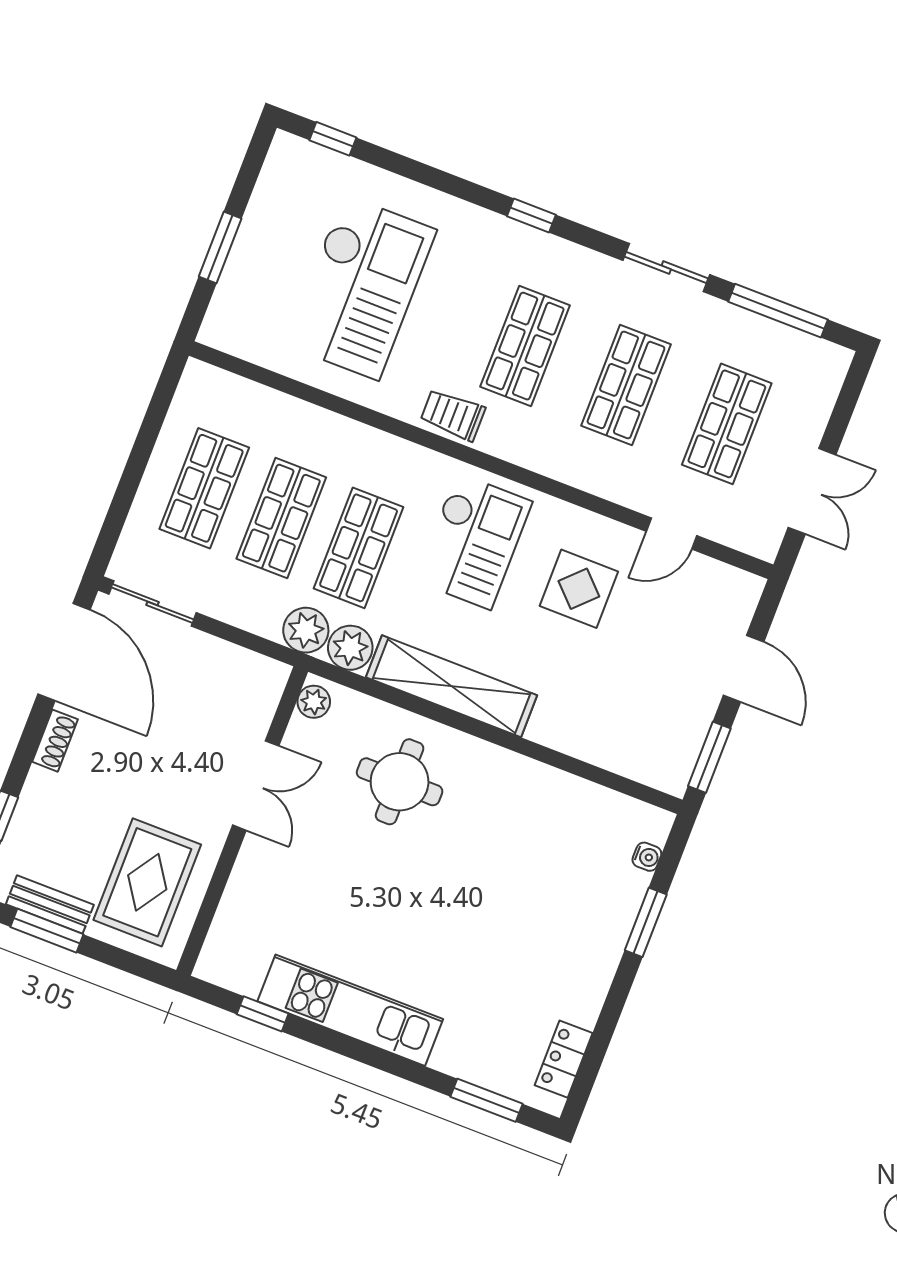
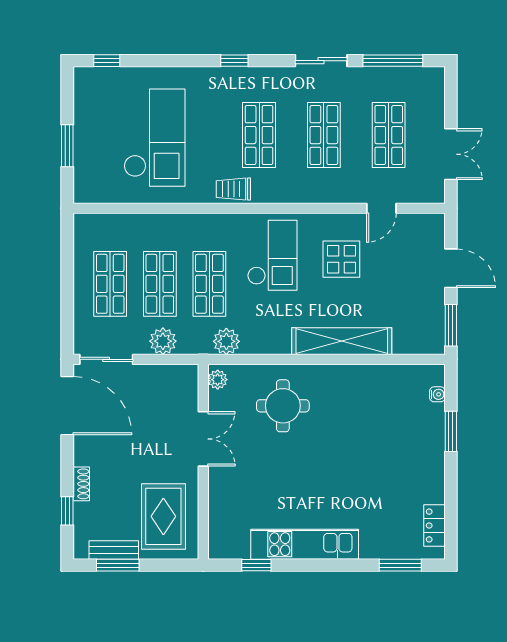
plant: (306, 630) -> (163, 341), moved
shelving: (452, 686) -> (342, 341), moved
shoe rack: (55, 741) -> (81, 484), moved

